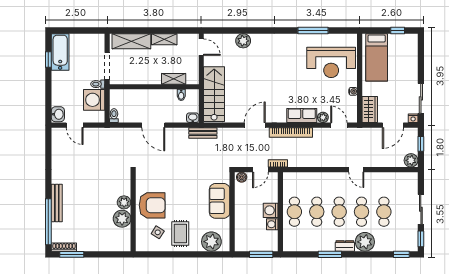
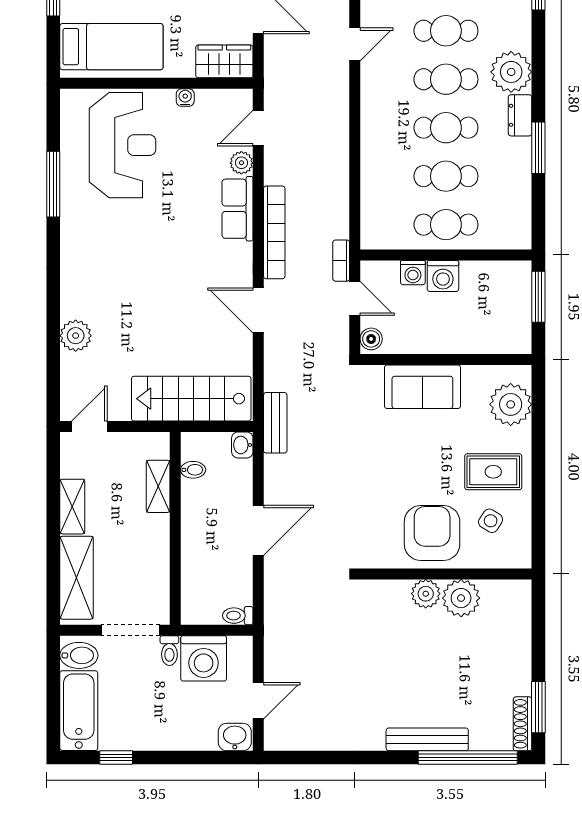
bidet: (96, 42) -> (79, 655), added
bathtub: (60, 52) -> (79, 711), moved, turned 90
door: (356, 170) -> (355, 44), moved
washing machine: (272, 224) -> (413, 273), moved

